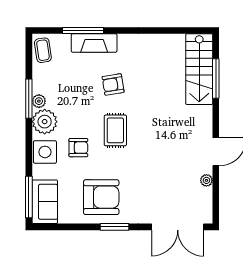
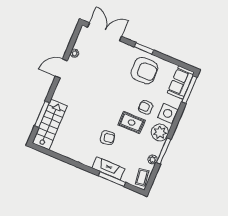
plant: (39, 101) -> (153, 160), moved
rug: (115, 130) -> (132, 122), moved, turned 90
armchair: (101, 197) -> (144, 71), turned 180

